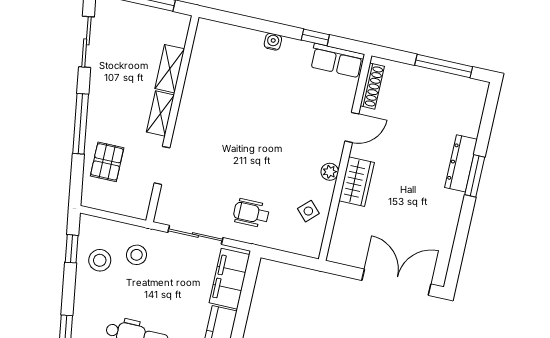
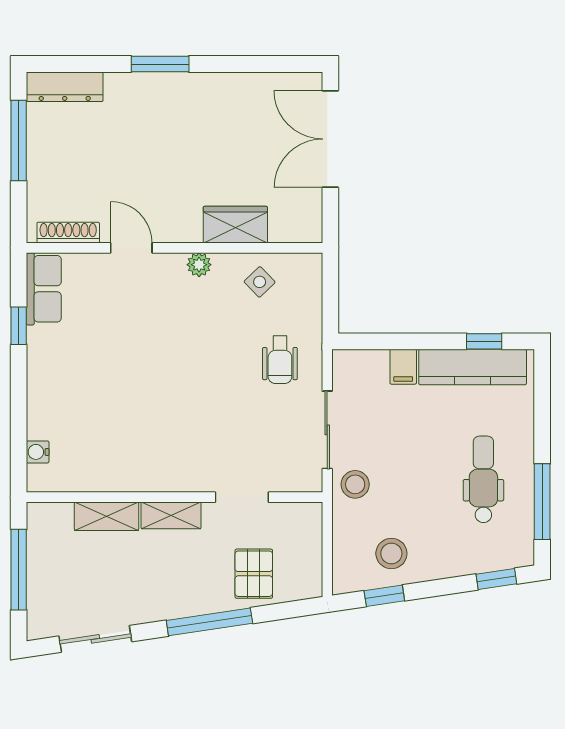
water cooler: (273, 42) -> (38, 452), moved
pallet: (107, 162) -> (254, 574), turned 90
dresser: (461, 163) -> (65, 87), moved
wardrobe: (357, 182) -> (235, 225), moved
stool: (137, 255) -> (355, 484), moved
filing cabinet: (229, 279) -> (403, 367), width x0.33, depth x0.86

